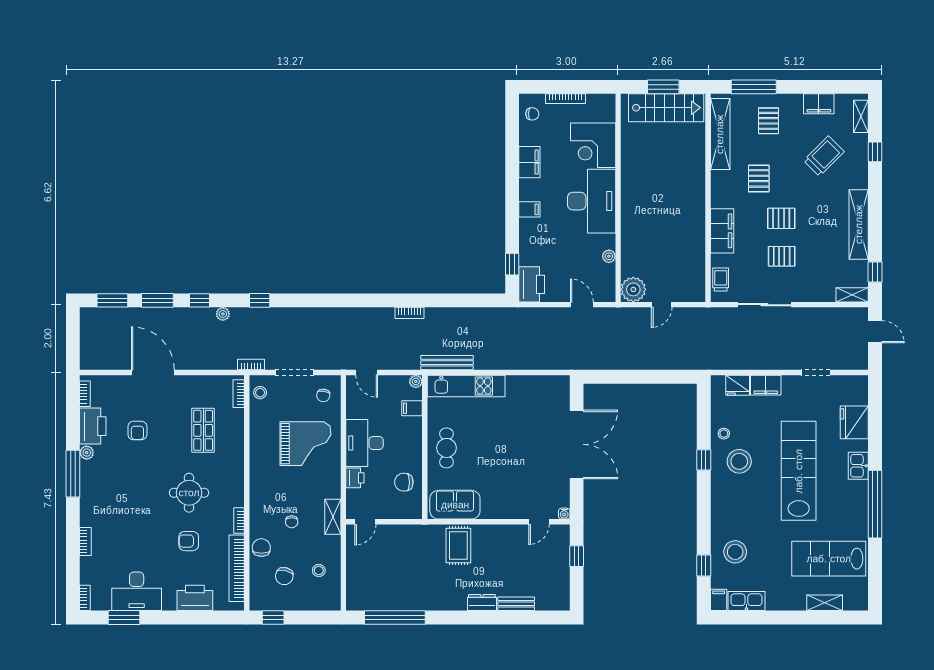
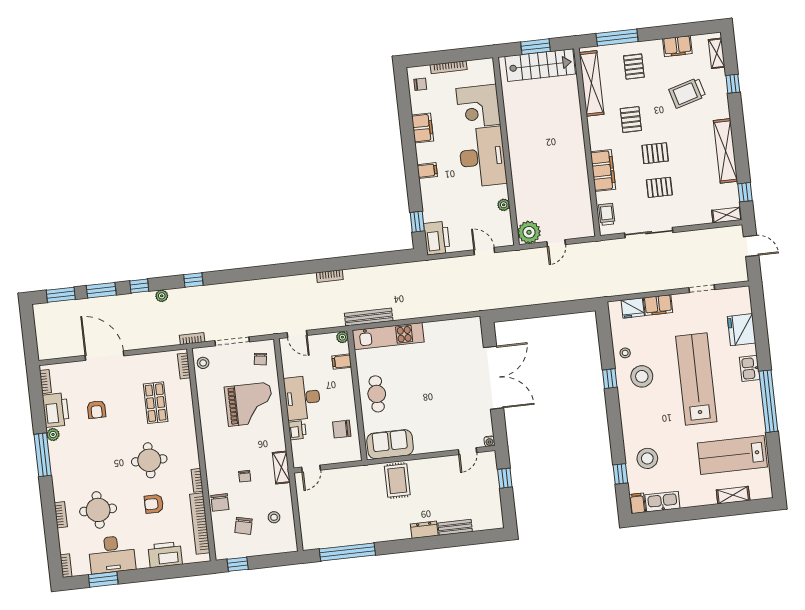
trolley: (824, 156) -> (687, 93), turned -151
round table: (127, 541) -> (98, 510), added
chair: (261, 548) -> (220, 502), turned 180

